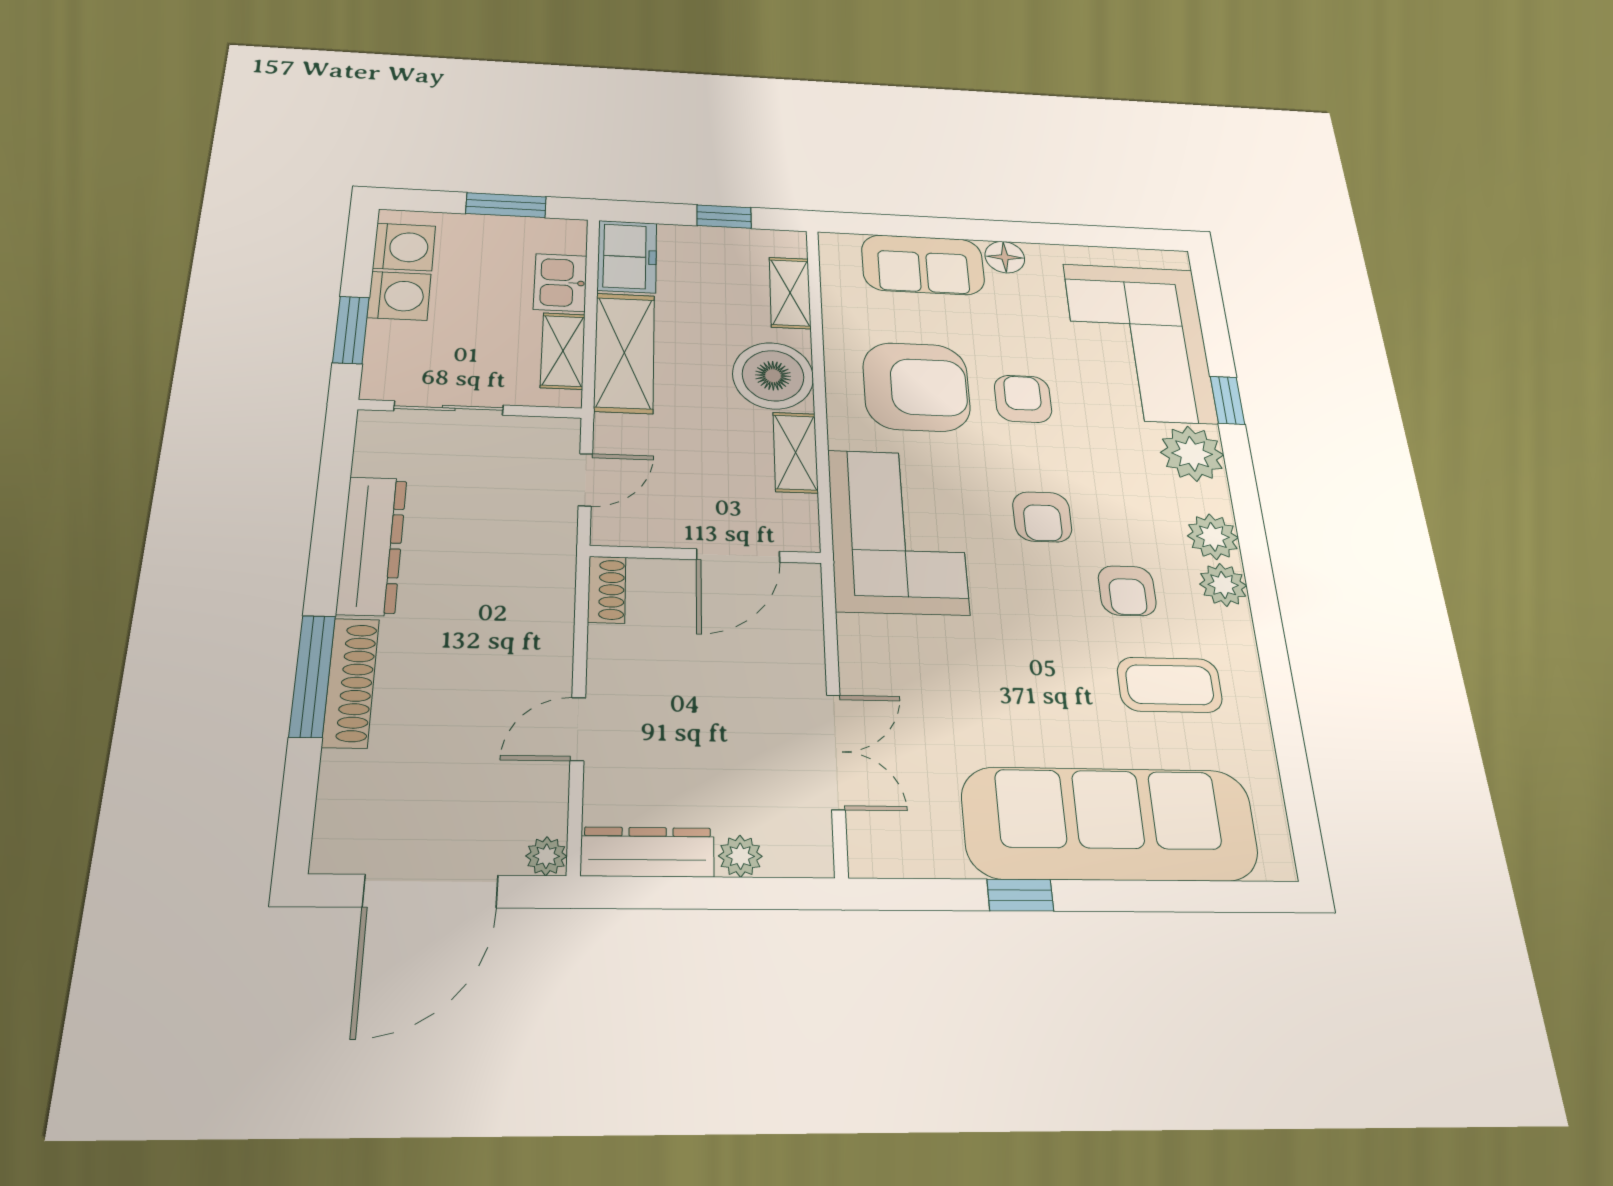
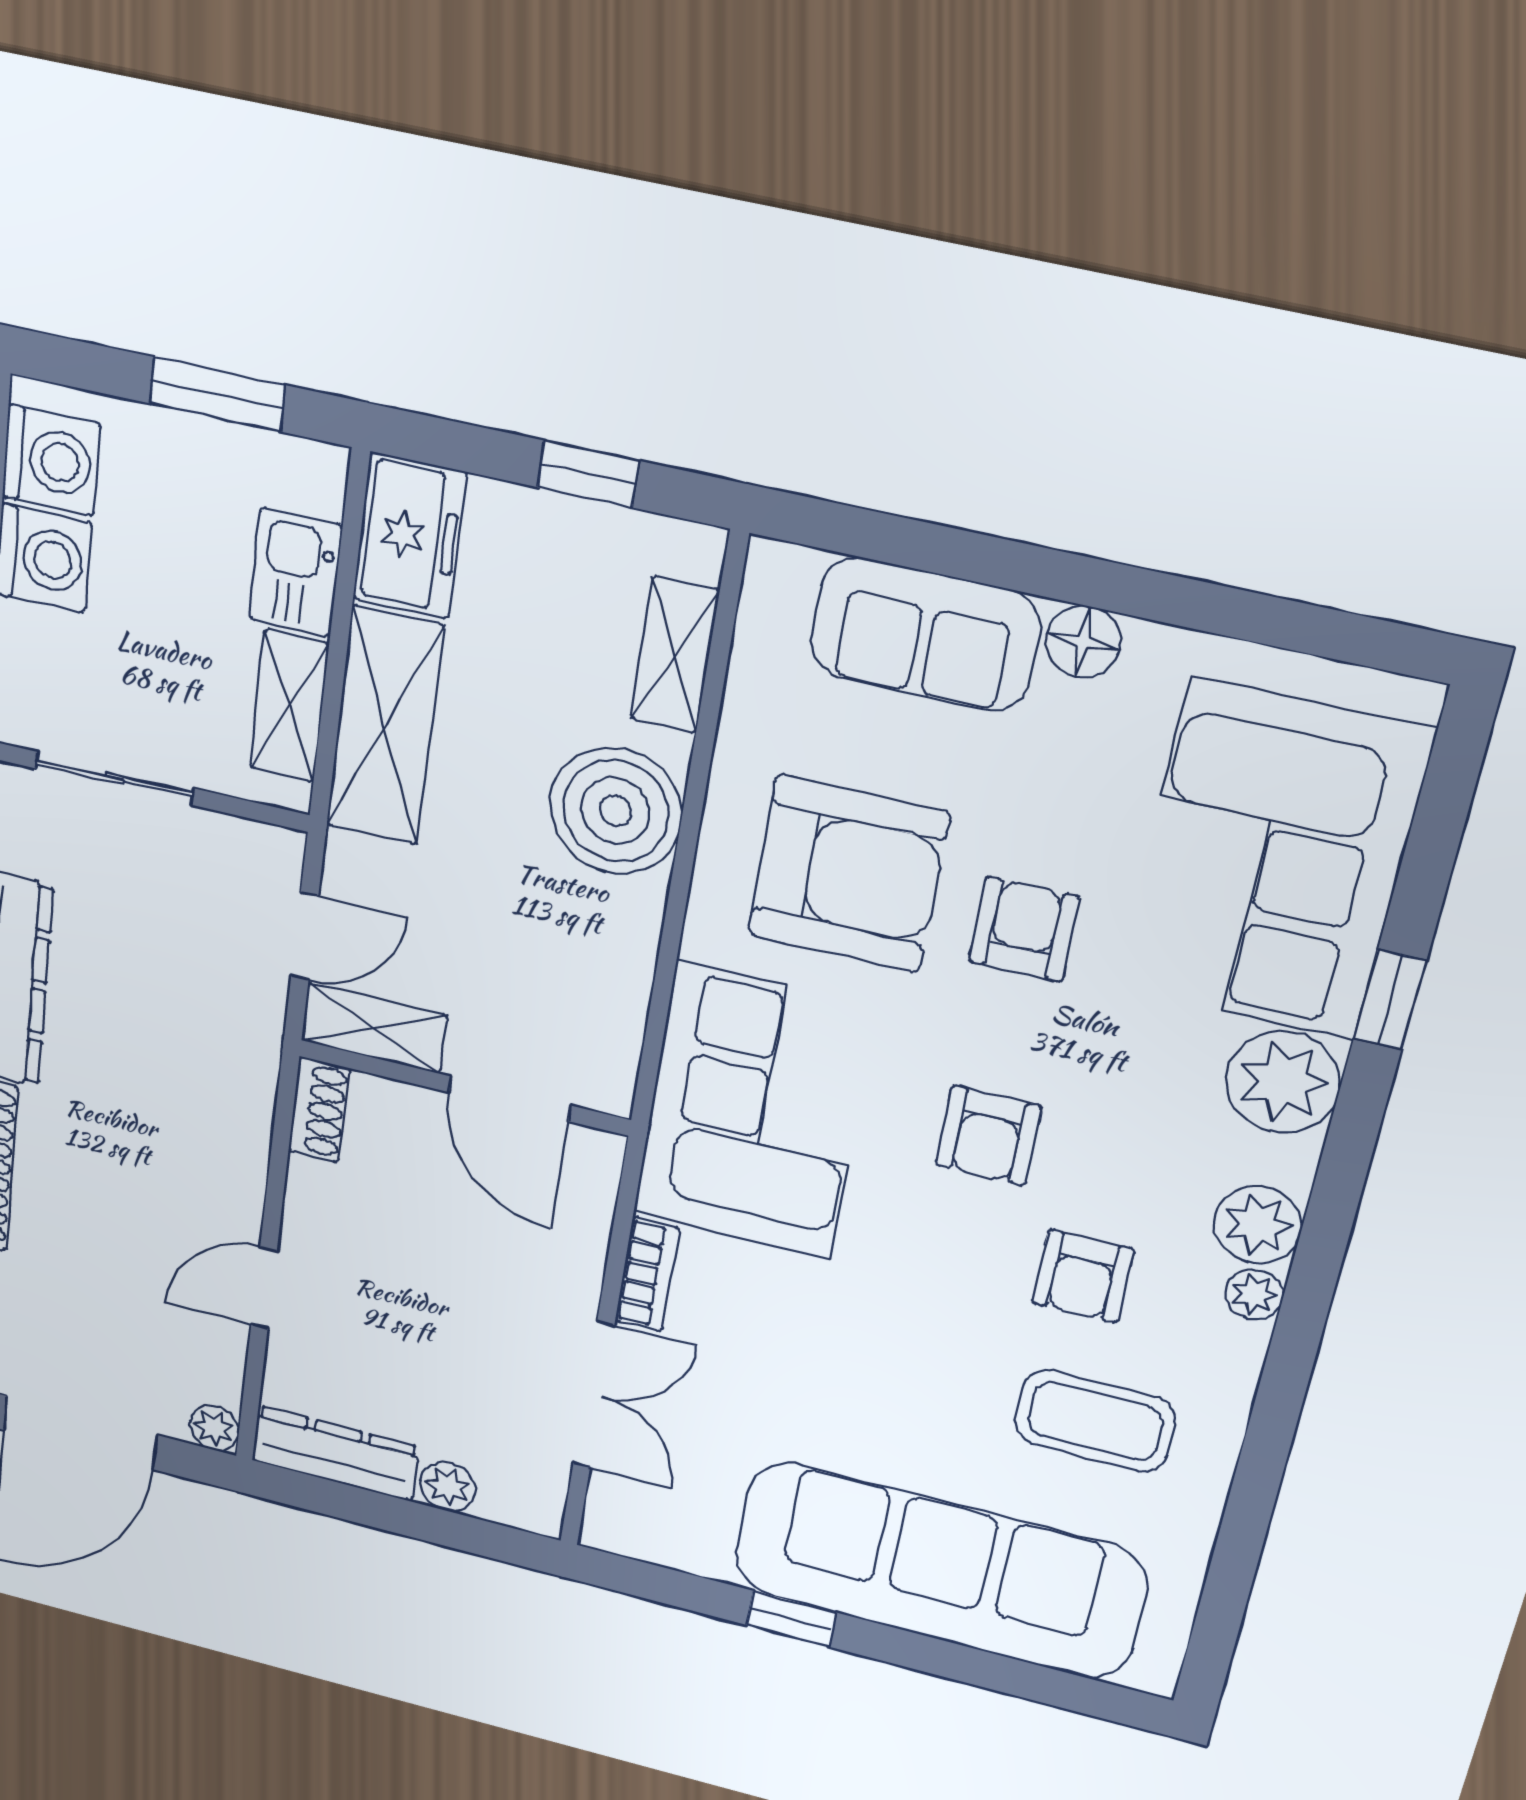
shelving: (795, 452) -> (374, 1028), moved, turned 90
door: (738, 555) -> (510, 1099), hinge flipped
plant: (1223, 585) -> (1254, 1295), width x0.73, depth x0.73
bookcase: (854, 654) -> (647, 1274), added

